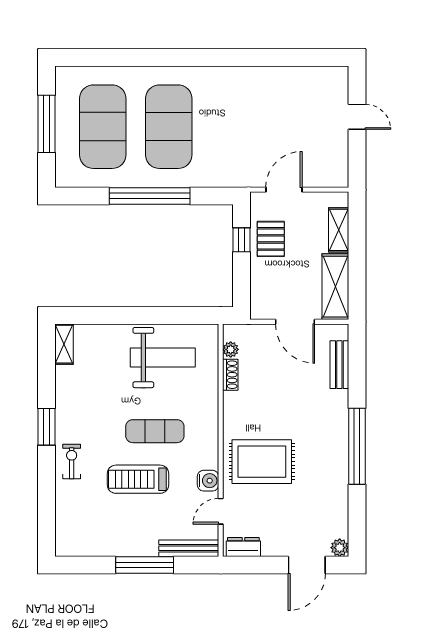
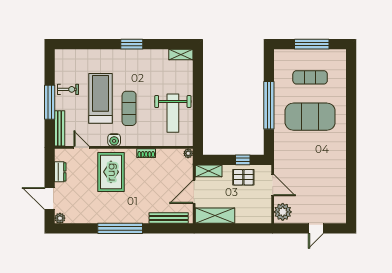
exercise mat: (103, 127) -> (310, 77), width x0.50, depth x0.69
plant: (329, 173) -> (283, 212), added
shelving: (339, 230) -> (209, 171), moved
plant: (231, 349) -> (188, 153), moved
bench: (339, 365) -> (169, 218), width x1.36
shoe rack: (230, 375) -> (146, 153), moved
exercise bike: (72, 462) -> (68, 89), moved
treadmill: (138, 479) -> (101, 98), width x1.37, depth x1.38
water cooler: (208, 481) -> (114, 140), moved
dresser: (243, 547) -> (60, 172), moved

